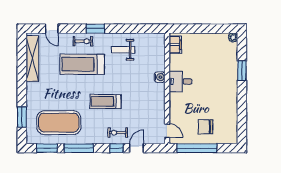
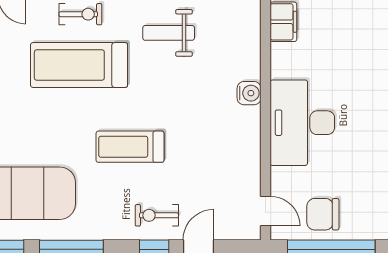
desk: (180, 81) -> (302, 123), width x1.87, depth x1.30
chair: (205, 127) -> (323, 214), moved

